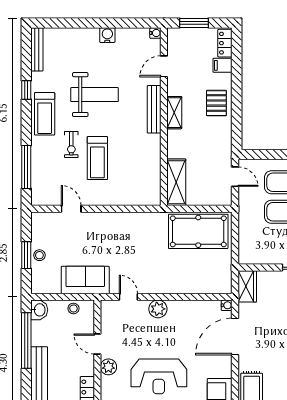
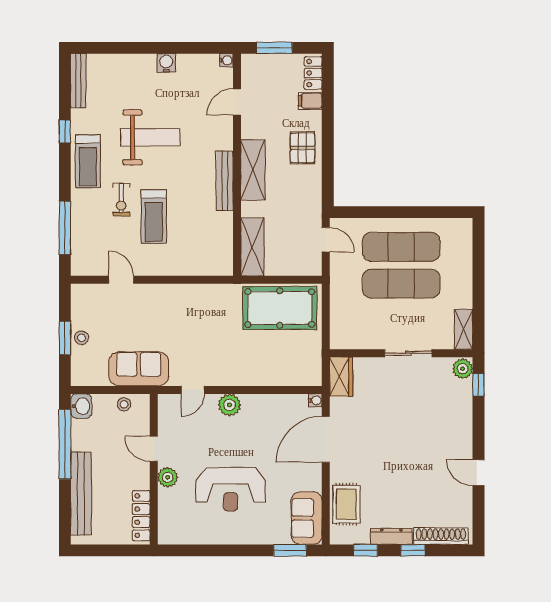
bench: (154, 109) -> (225, 181), moved
shelving: (174, 113) -> (253, 170), width x1.50, depth x1.33
door: (128, 297) -> (193, 390), swing flipped

